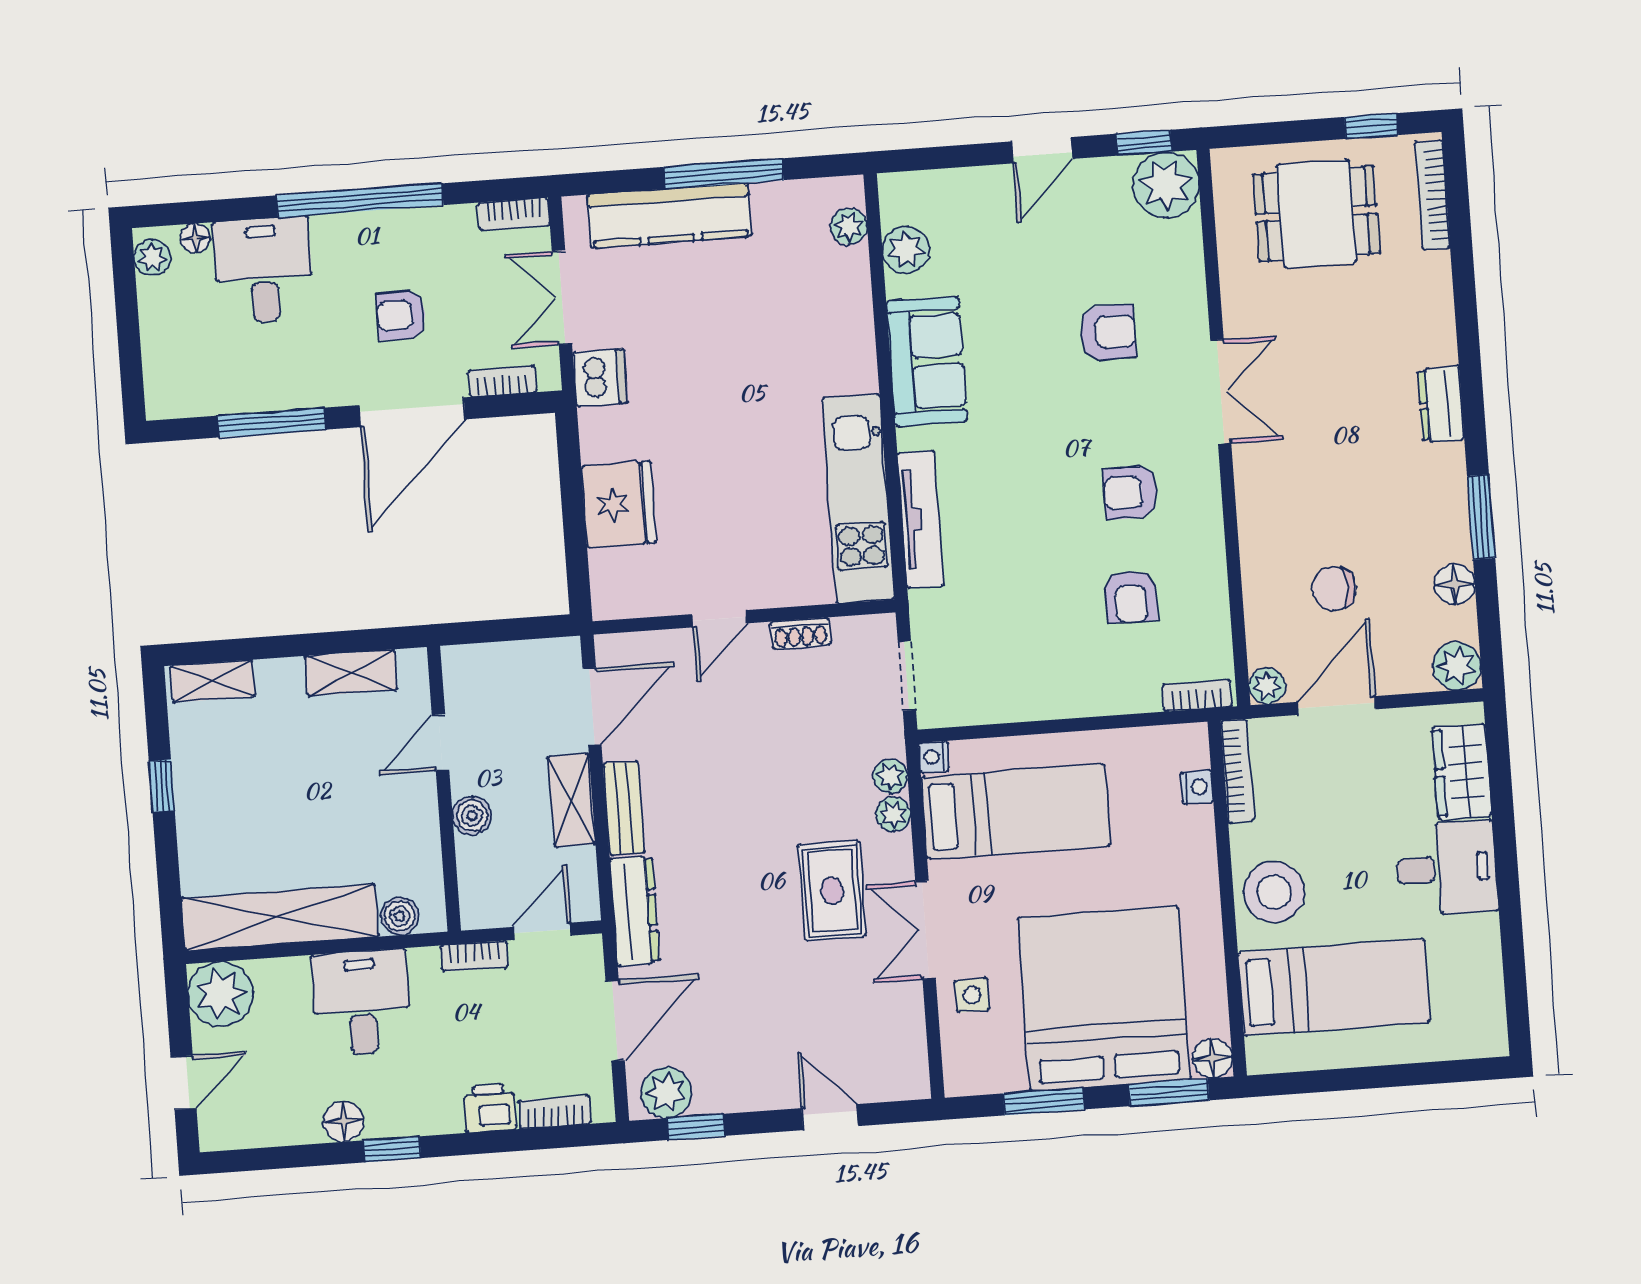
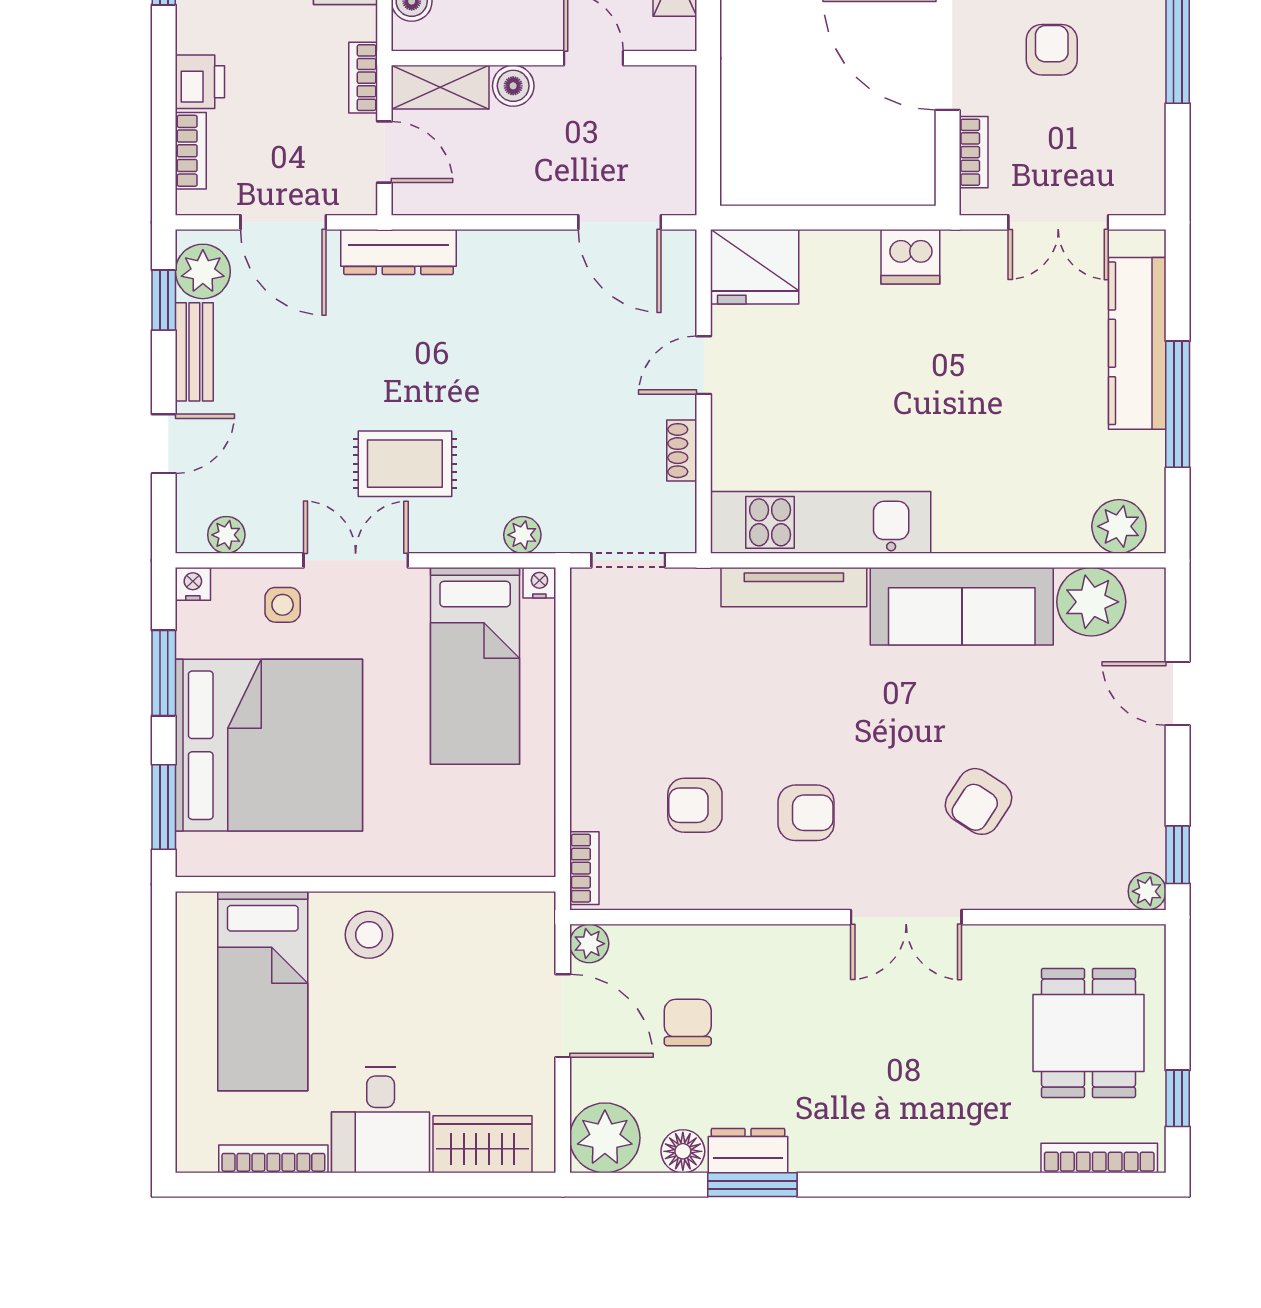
door: (1042, 150) -> (1178, 694), moved
plant: (1166, 185) -> (1147, 891), width x0.53, depth x0.53
bookcase: (514, 214) -> (1151, 178), removed
plant: (849, 226) -> (1119, 526), width x1.38, depth x1.38
plant: (906, 250) -> (1091, 602), width x1.36, depth x1.36
double door: (562, 297) -> (1058, 222), swing flipped
armchair: (1108, 332) -> (978, 801), turned 33
sofa: (927, 361) -> (962, 606), width x1.36
dishwasher: (600, 378) -> (910, 257), moved
dresser: (1441, 404) -> (748, 1151), moved
armchair: (1130, 492) -> (806, 813), turned 90
fridge: (619, 504) -> (755, 267), moved
door: (719, 619) -> (704, 365), hinge flipped
plant: (1457, 666) -> (605, 1138), width x1.36, depth x1.36
bookcase: (1237, 771) -> (273, 1159), moved, turned 180
nightstand: (1197, 787) -> (193, 584), moved, turned 180
shelving: (572, 800) -> (440, 87), moved
bench: (624, 808) -> (194, 352), moved, turned 90
plant: (893, 814) -> (226, 535), moved
stool: (1274, 892) -> (369, 935), width x0.73, depth x0.73
floor lamp: (1212, 1058) -> (197, 856), removed

